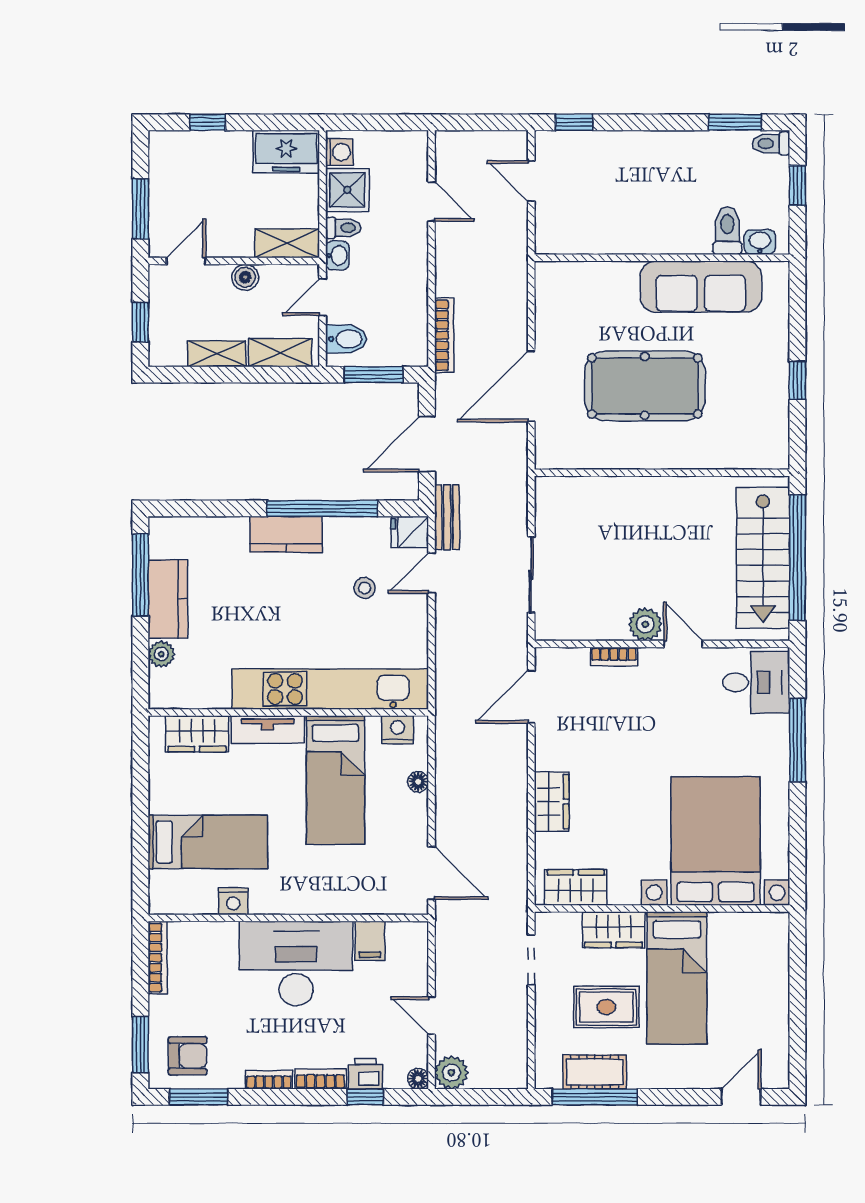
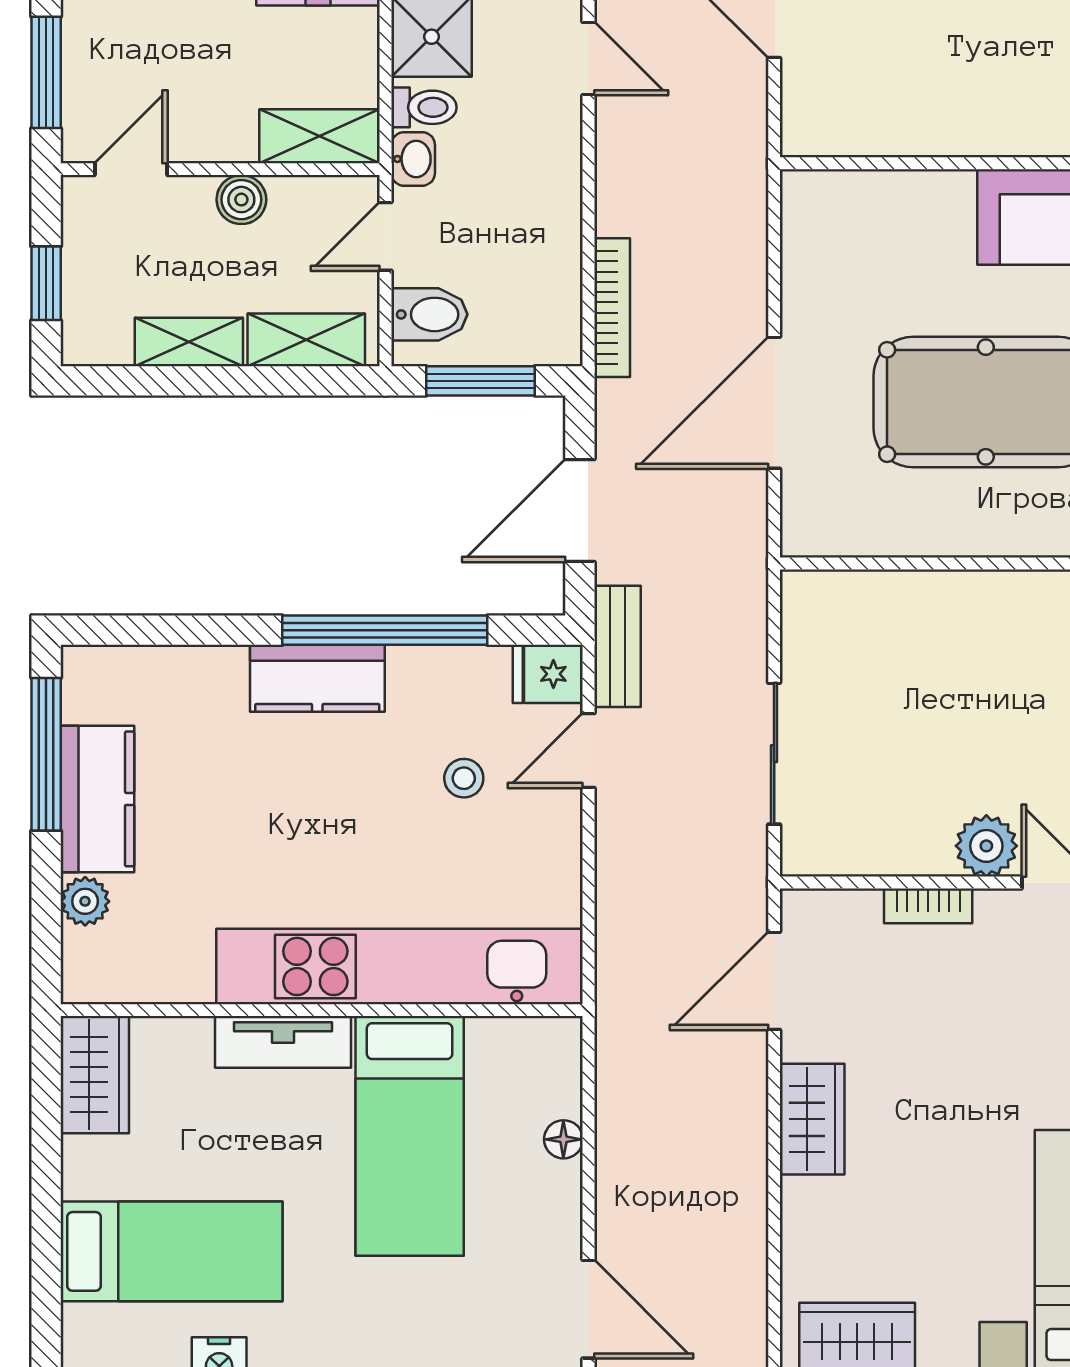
nightstand: (398, 730) -> (525, 1042), removed
wardrobe: (197, 734) -> (95, 1075), moved, turned -90
wardrobe: (552, 802) -> (812, 1119), moved

